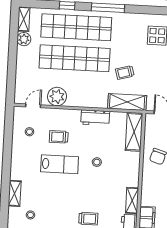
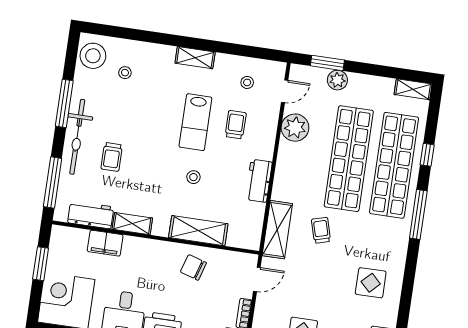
plant: (24, 39) -> (337, 80), moved
window: (11, 79) -> (327, 63), added
door: (33, 106) -> (285, 91), hinge flipped
shelving: (134, 132) -> (198, 231), moved
shelving: (15, 193) -> (195, 58), moved

